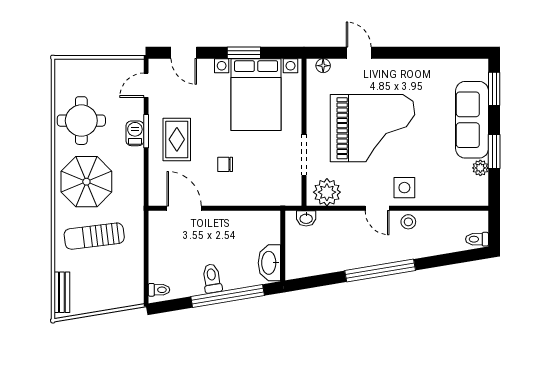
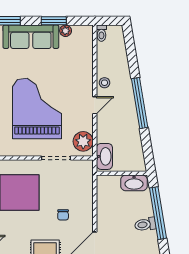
side table: (404, 188) -> (80, 86), removed
washbasin: (306, 218) -> (104, 156), width x1.91, depth x1.45
toilet: (477, 239) -> (101, 33), moved

